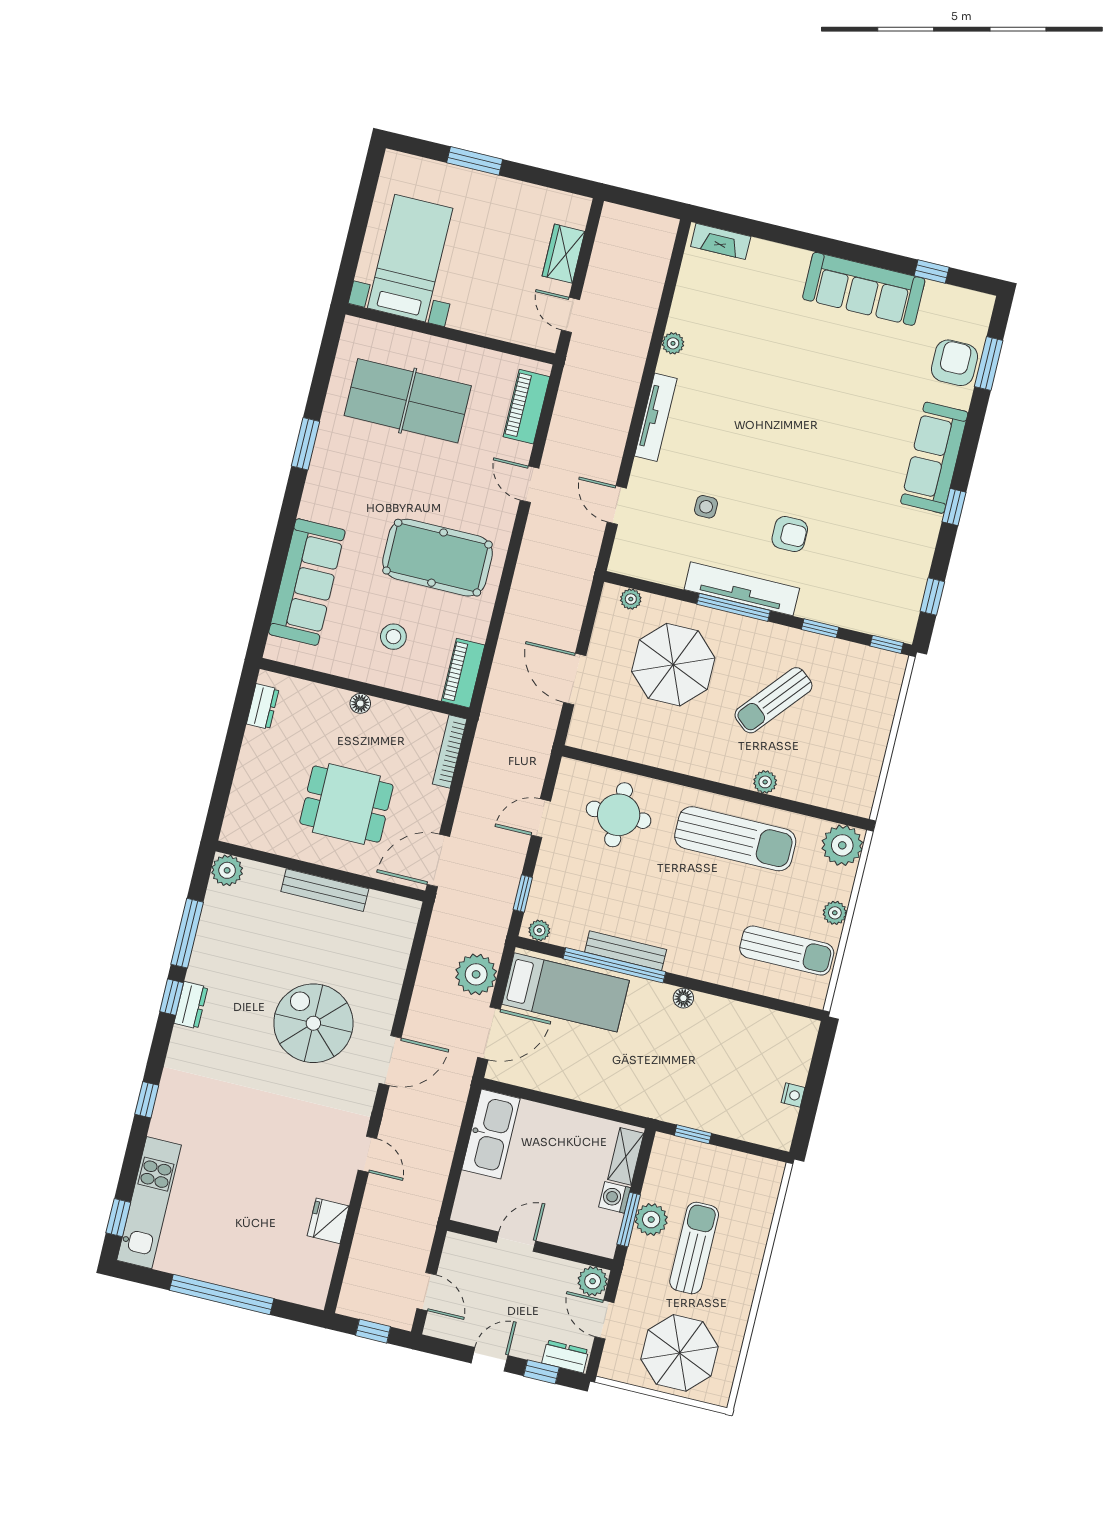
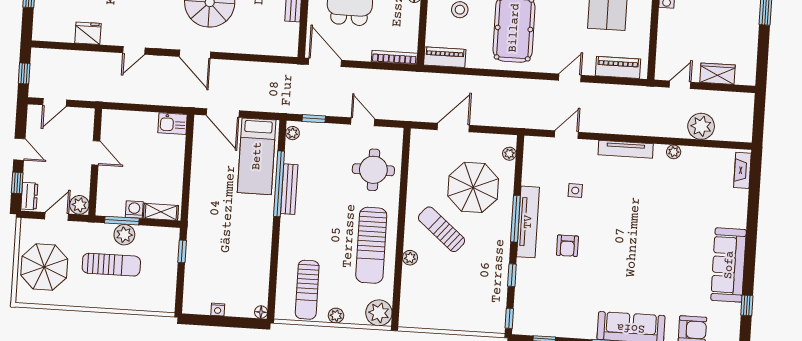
sun lounger: (773, 700) -> (442, 229), moved
plant: (476, 974) -> (701, 126), moved
floor lamp: (683, 998) -> (261, 312), moved
kitchen sink: (491, 1134) -> (173, 124), width x0.53, depth x0.81

